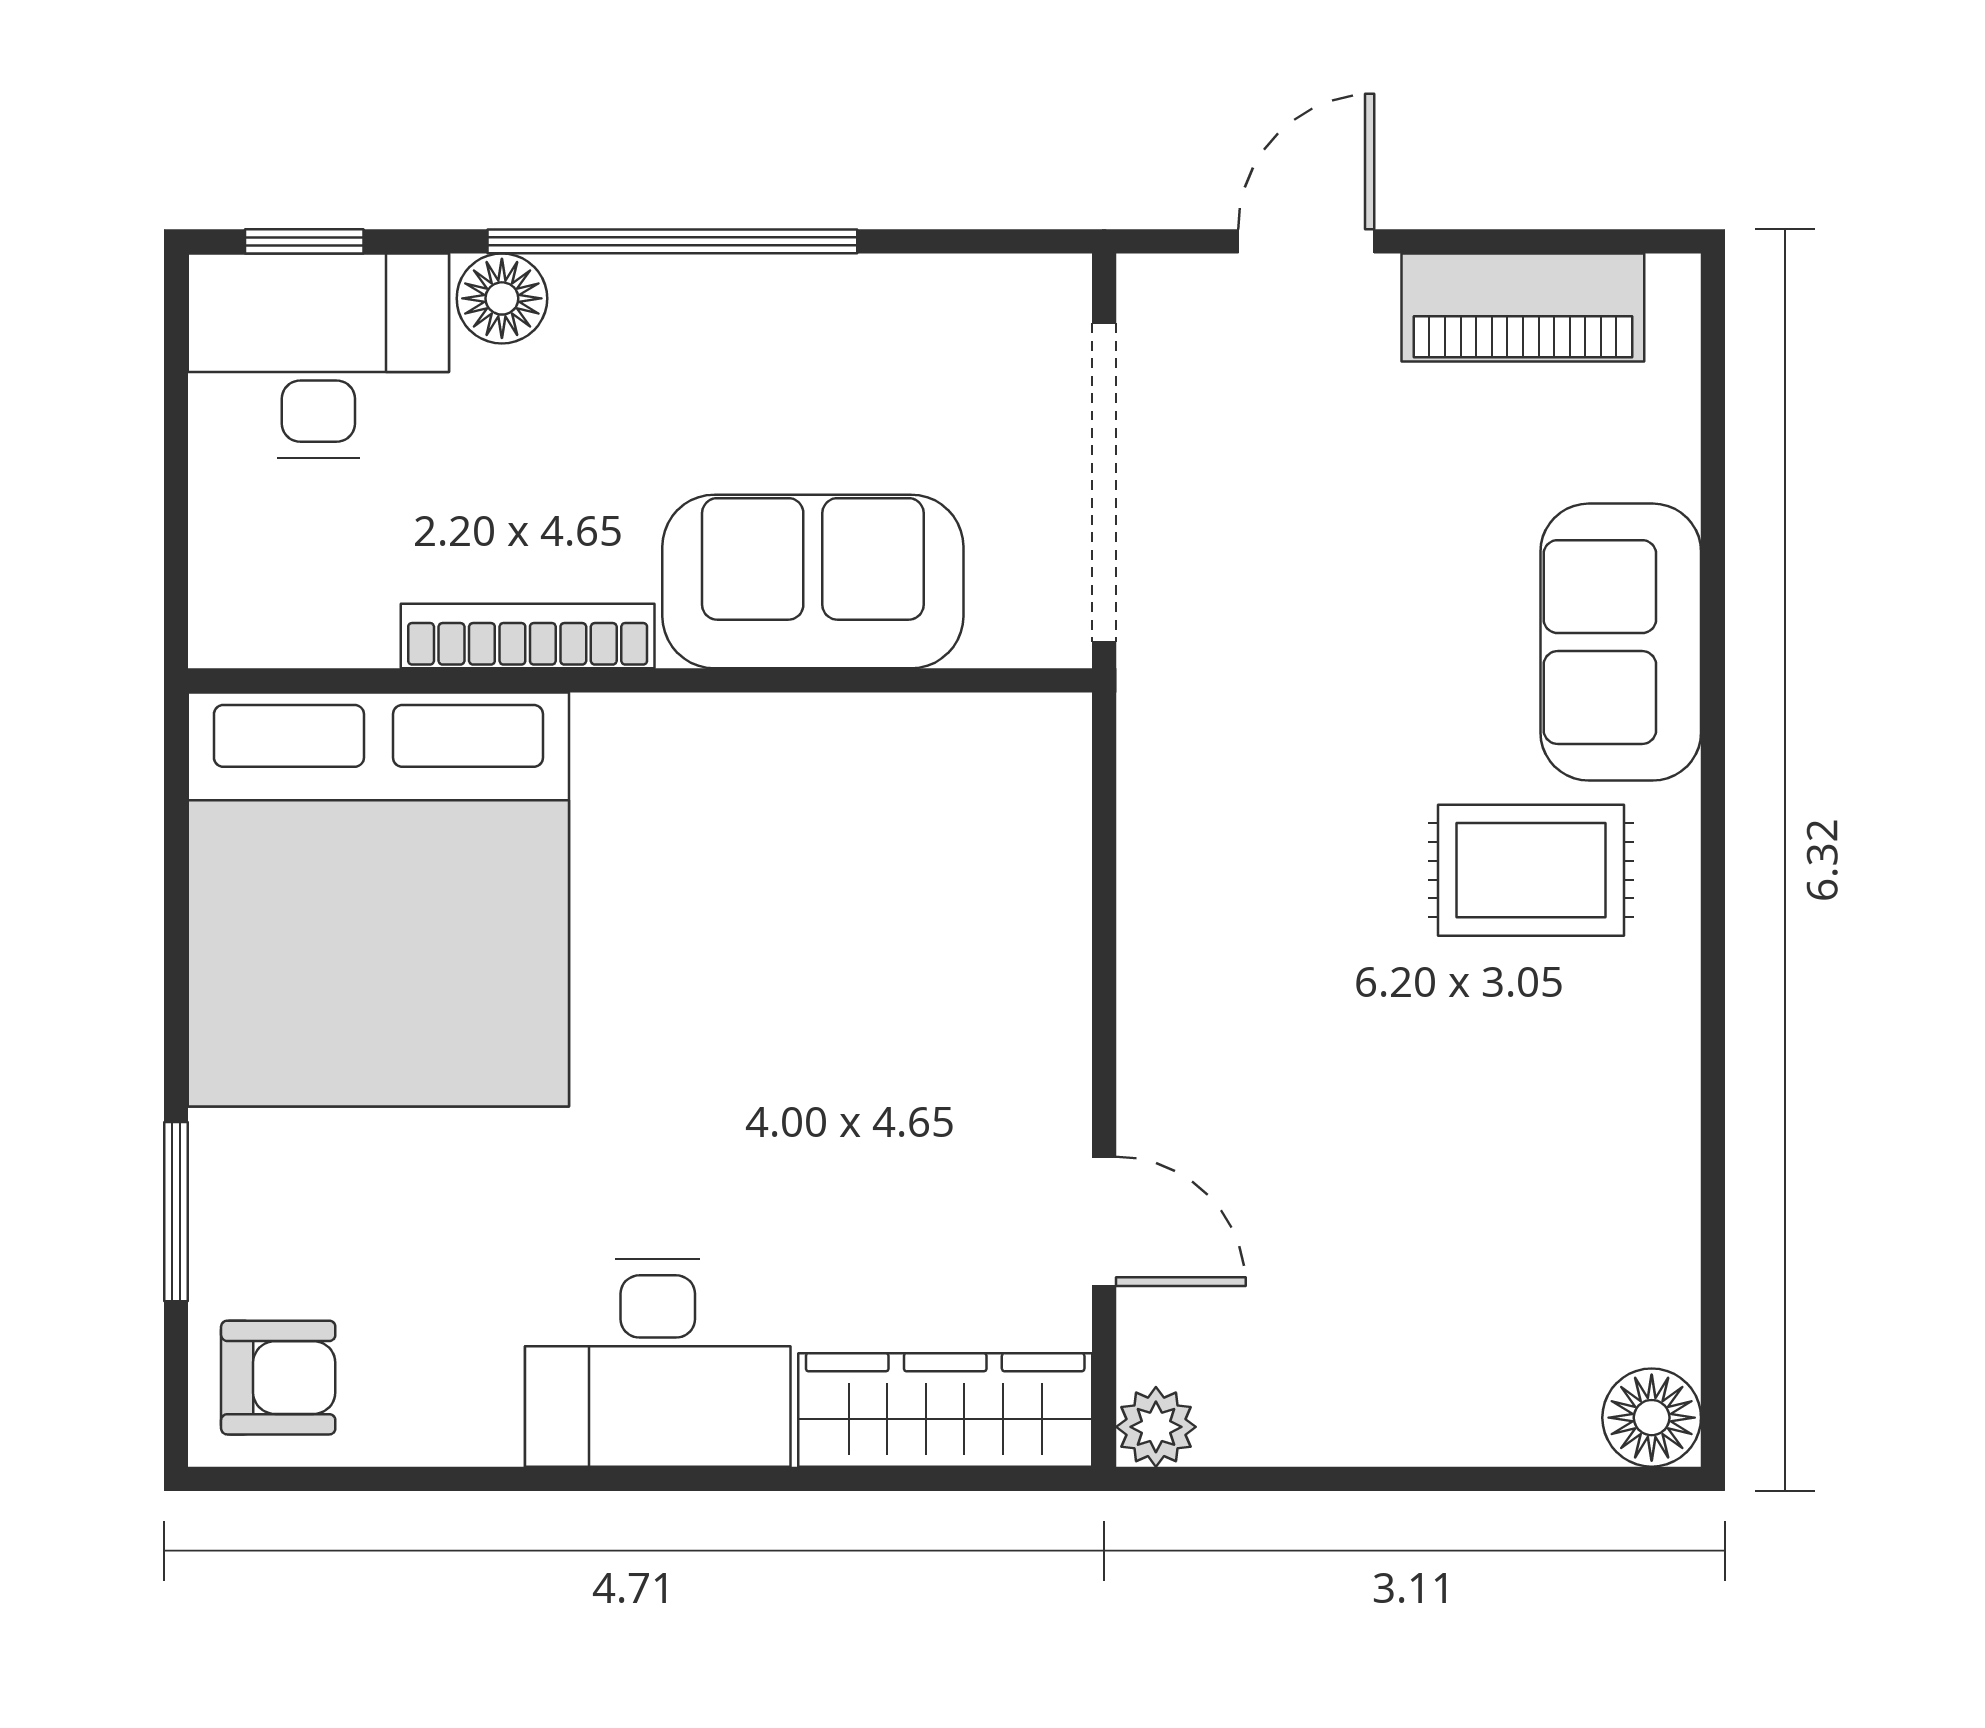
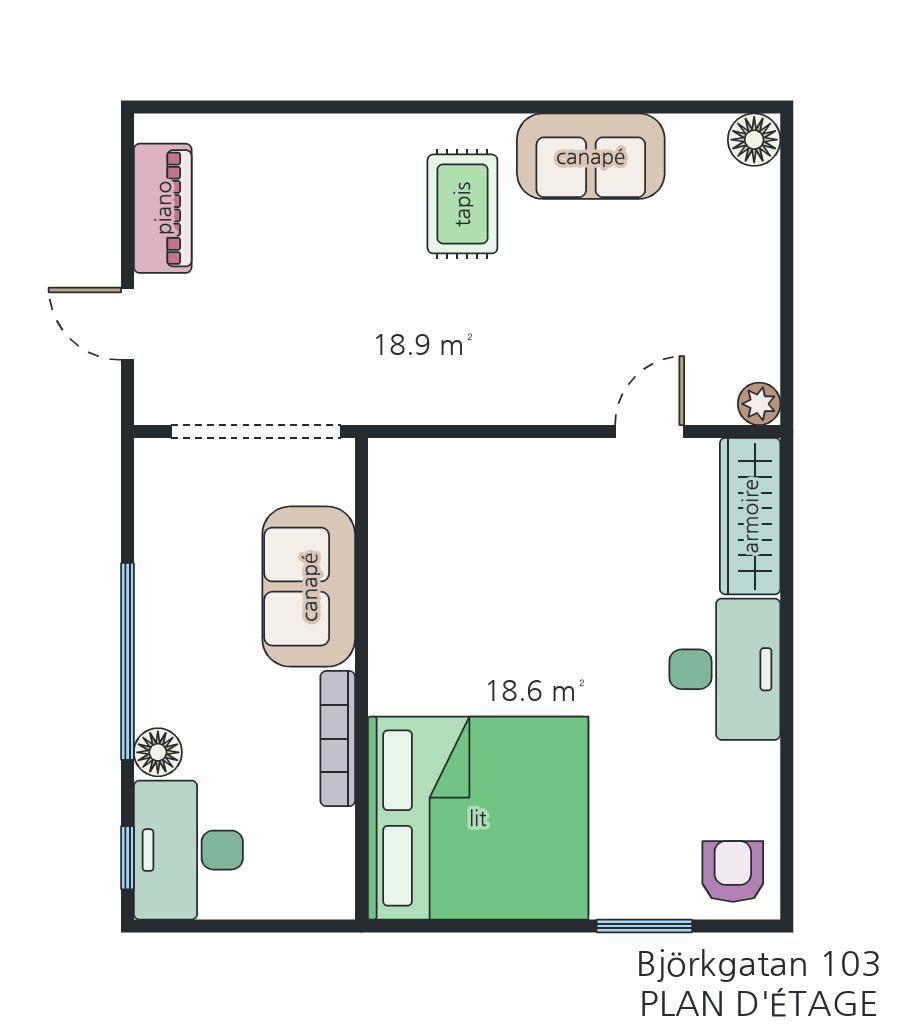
sofa: (1621, 642) -> (591, 156), moved

